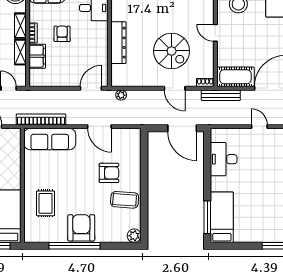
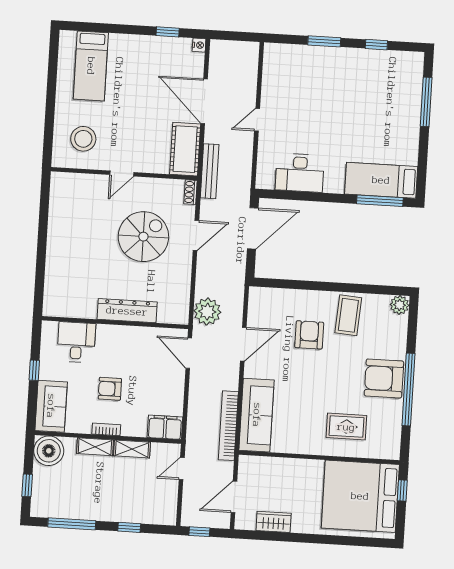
filing cabinet: (37, 56) -> (165, 427), moved
plant: (121, 95) -> (207, 312), width x1.87, depth x1.87

